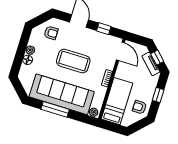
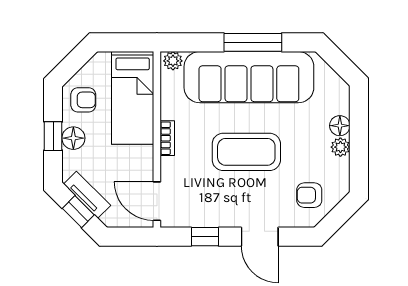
floor lamp: (149, 91) -> (73, 138), added

